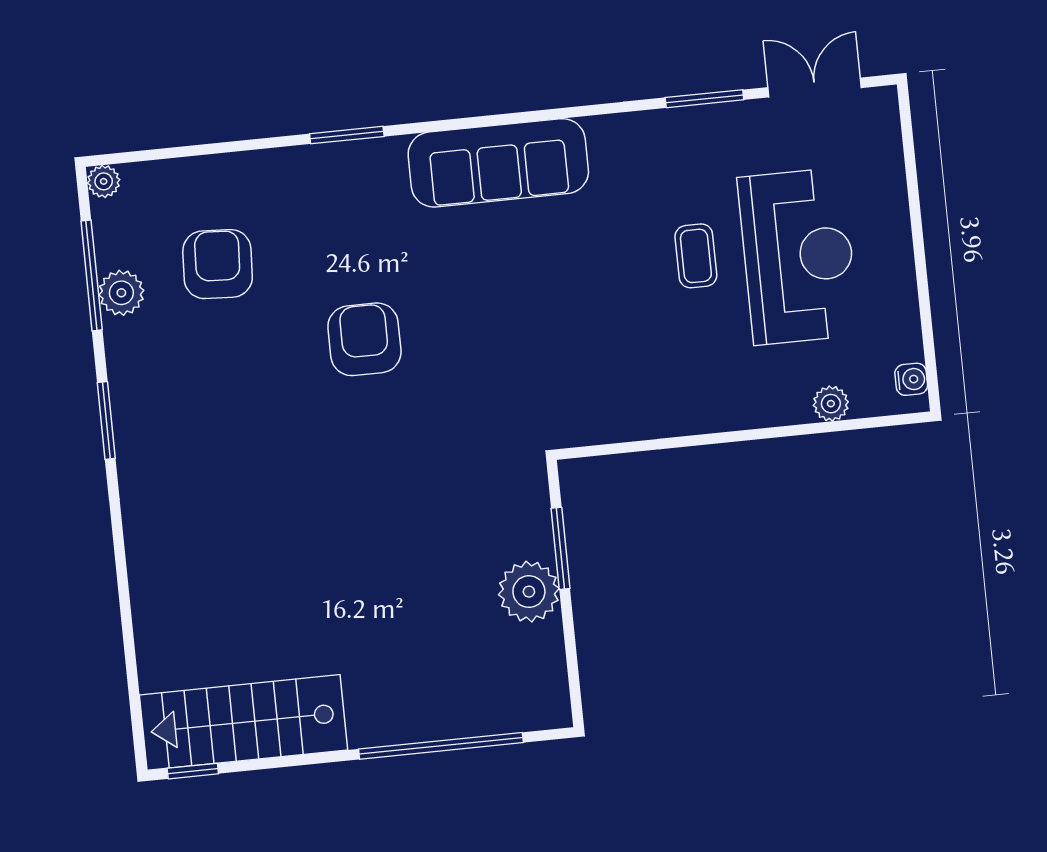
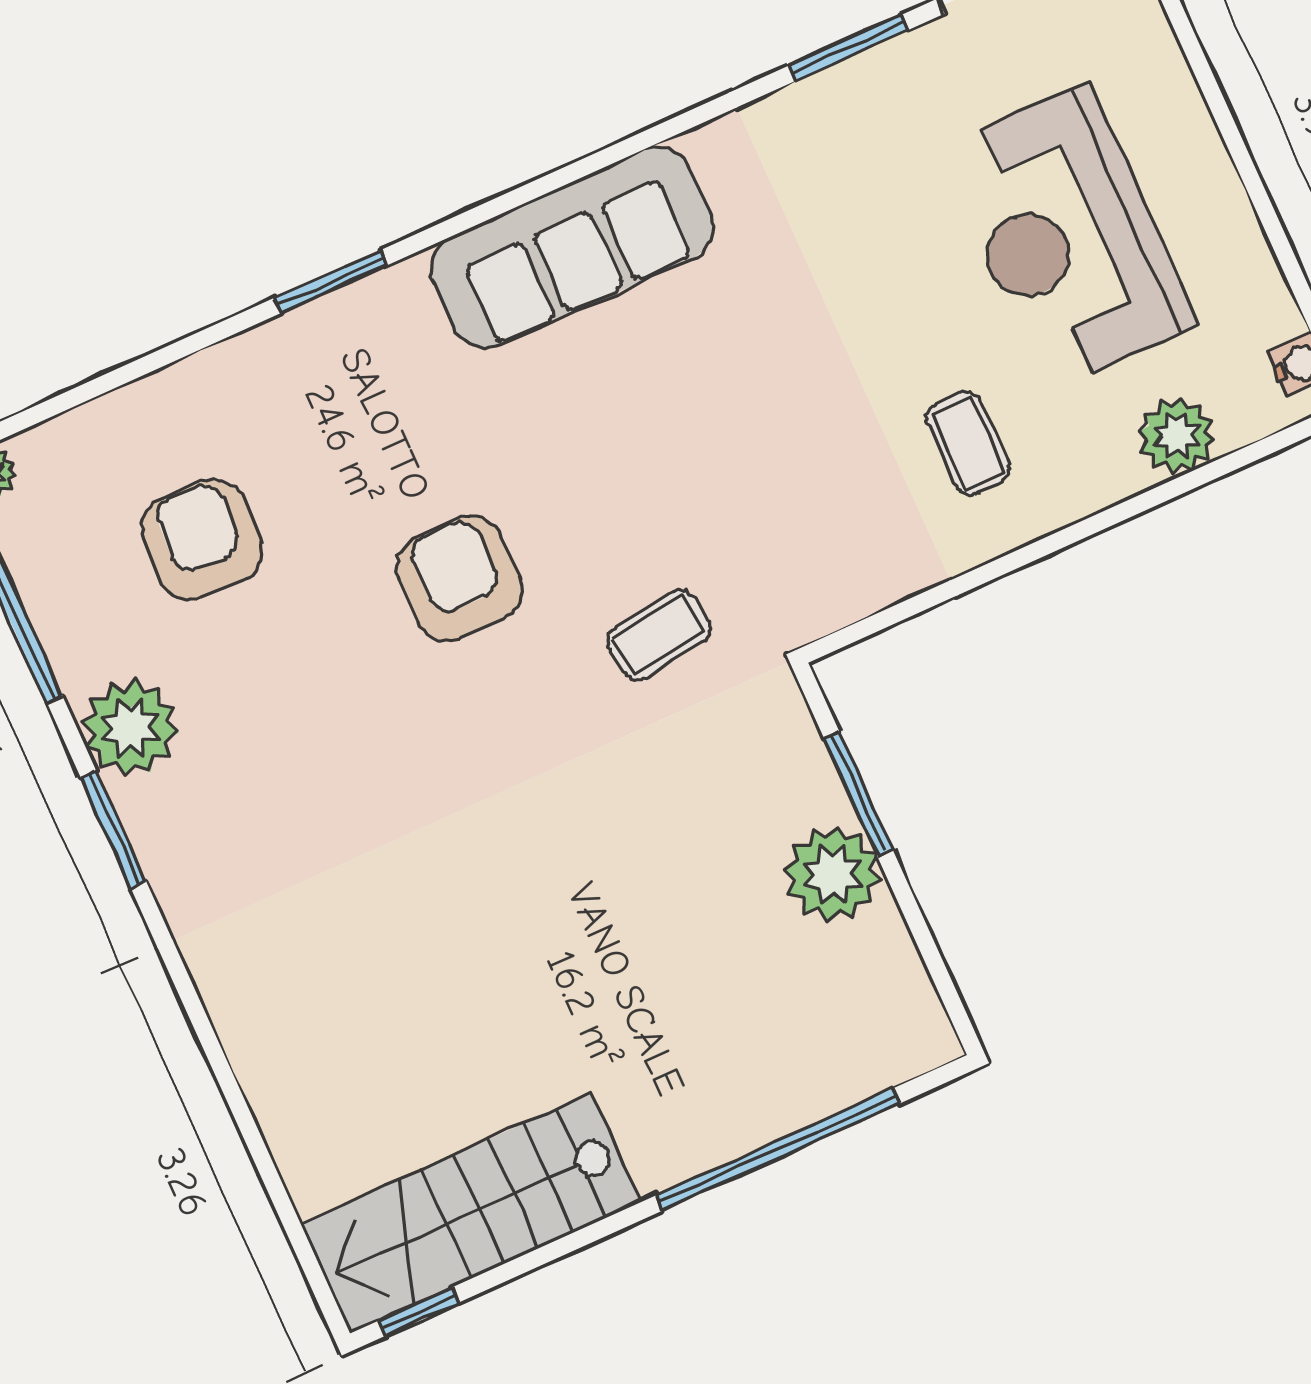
coffee table: (696, 256) -> (968, 443), moved
reception desk: (798, 256) -> (1068, 237), turned 180
plant: (121, 293) -> (130, 728), moved, width x1.36, depth x1.36
plant: (831, 404) -> (1177, 436), width x1.38, depth x1.38
coffee table: (473, 413) -> (659, 635), added

